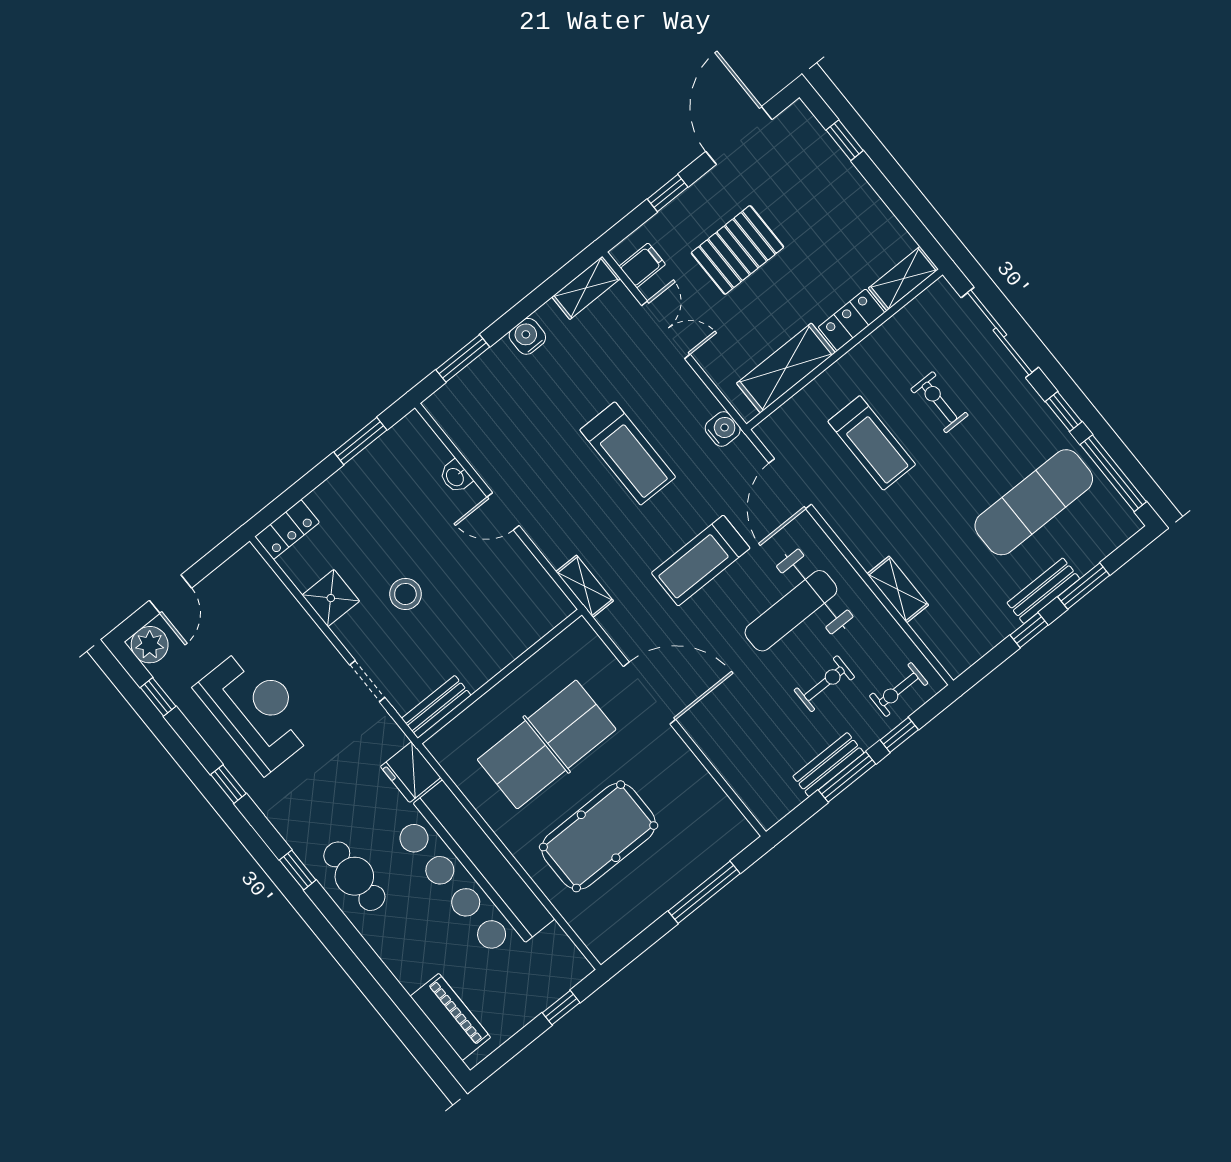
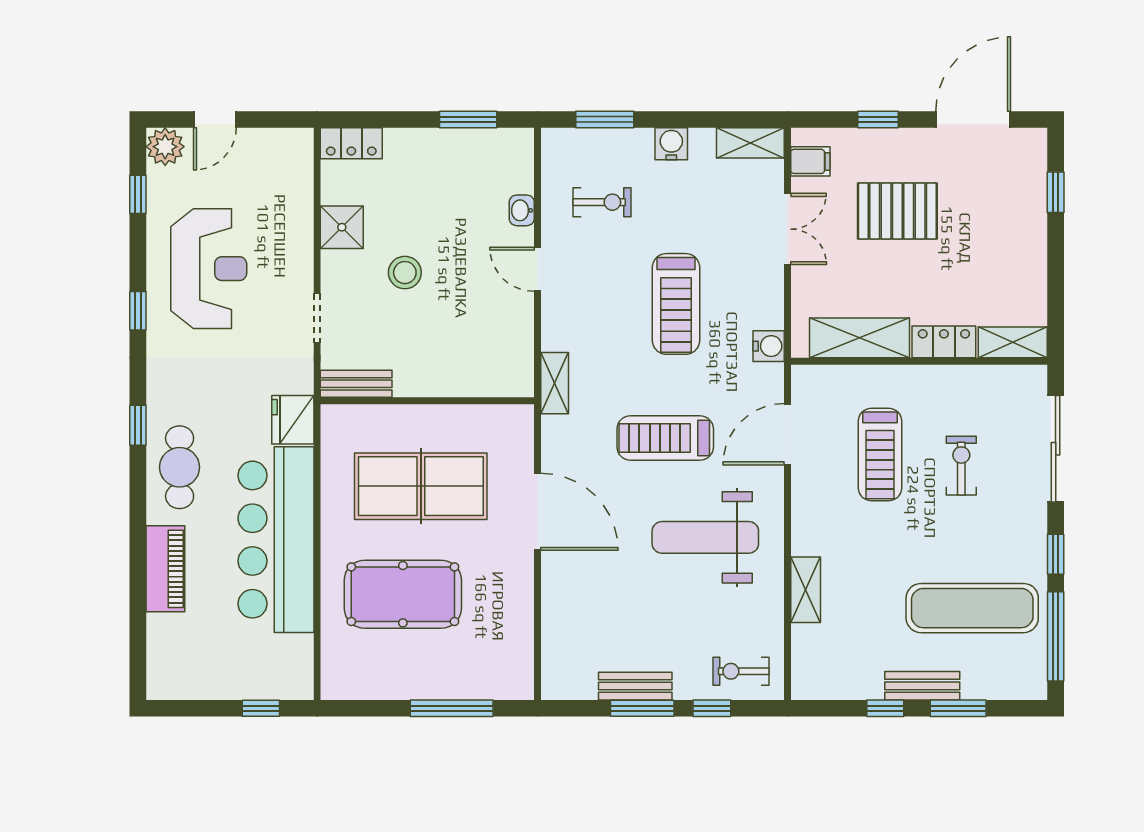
exercise bike: (824, 684) -> (602, 202), moved
piano: (450, 1017) -> (165, 569), moved

